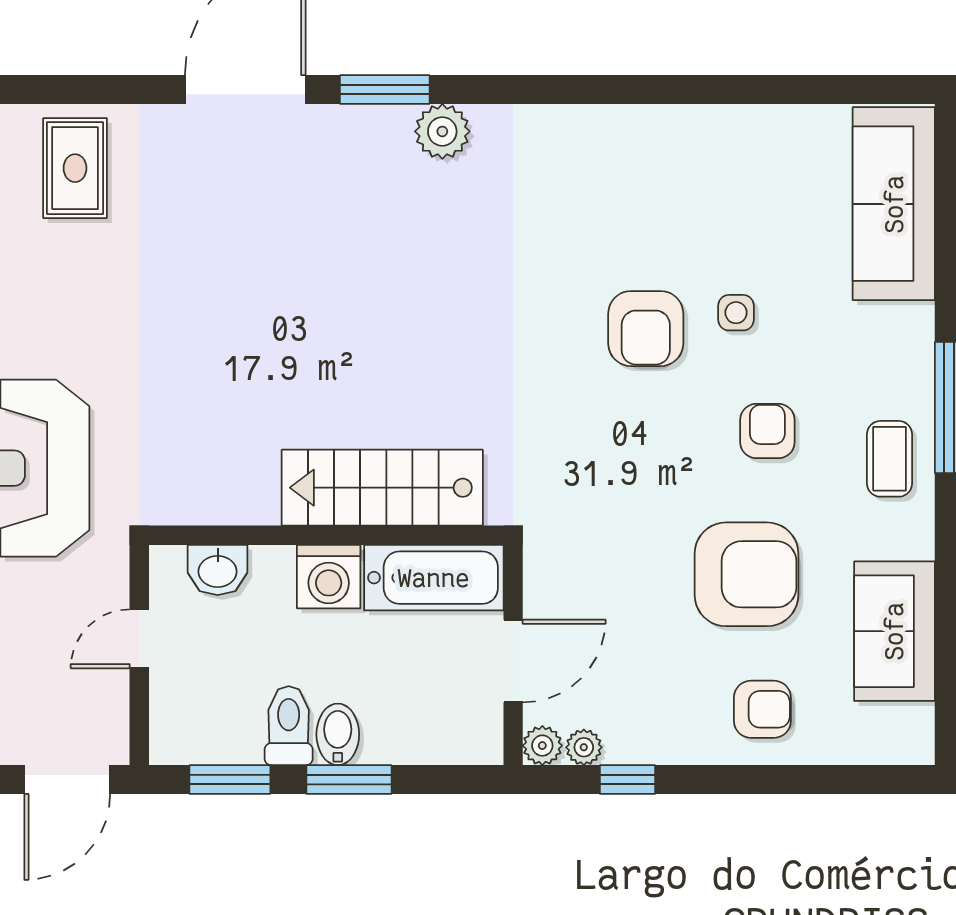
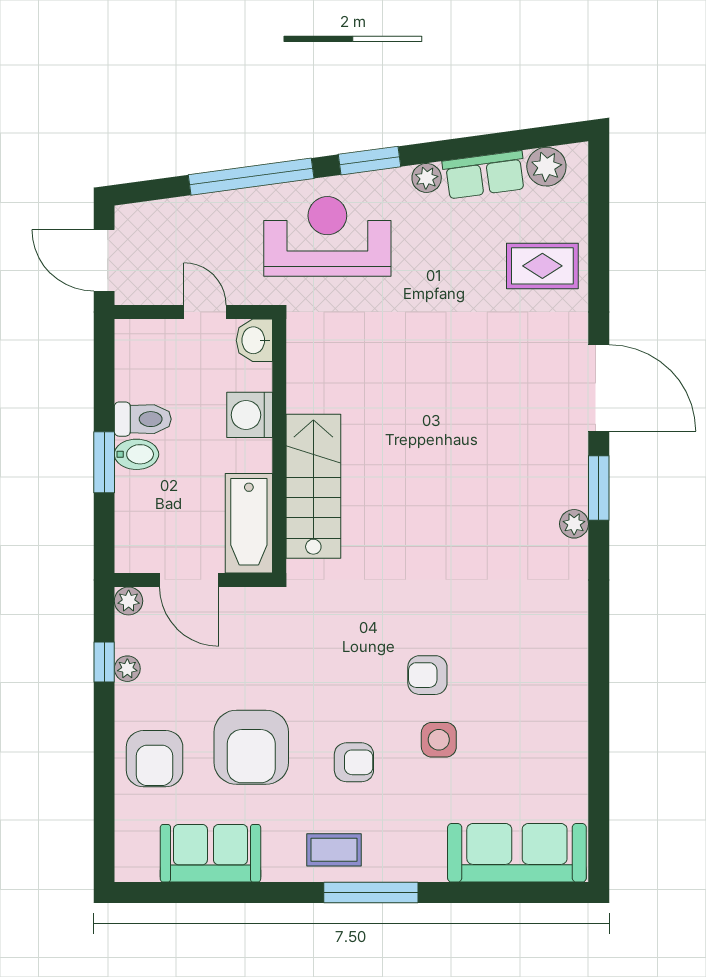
plant: (442, 131) -> (574, 524), width x0.73, depth x0.73
side table: (736, 313) -> (439, 740), width x1.37, depth x1.37
armchair: (646, 329) -> (427, 675), width x0.72, depth x0.72
washbasin: (218, 570) -> (254, 340), moved
washing machine: (329, 577) -> (250, 415), moved
armchair: (762, 709) -> (155, 759), width x1.38, depth x1.38
plant: (584, 747) -> (127, 669), moved
window: (230, 780) -> (104, 377), removed

